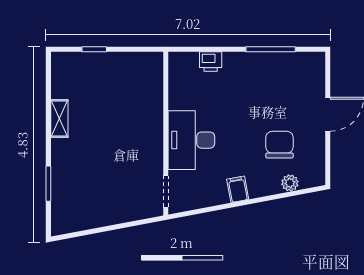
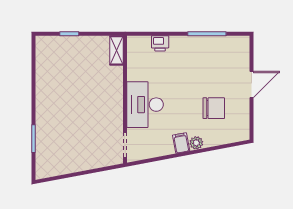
shelving: (59, 118) -> (117, 50), moved
chair: (279, 145) -> (214, 108), turned 90
plant: (290, 183) -> (196, 143), moved

